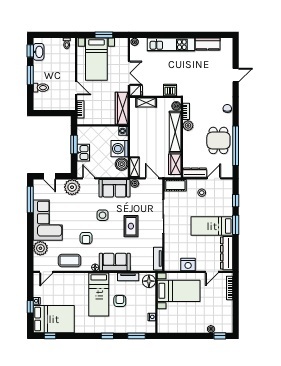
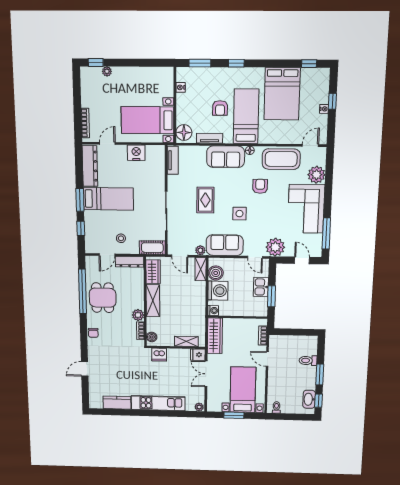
shelving: (175, 132) -> (153, 301), width x0.68
coffee table: (70, 261) -> (281, 159), width x1.36, depth x1.32
bed: (54, 319) -> (282, 94), moved, turned -90

